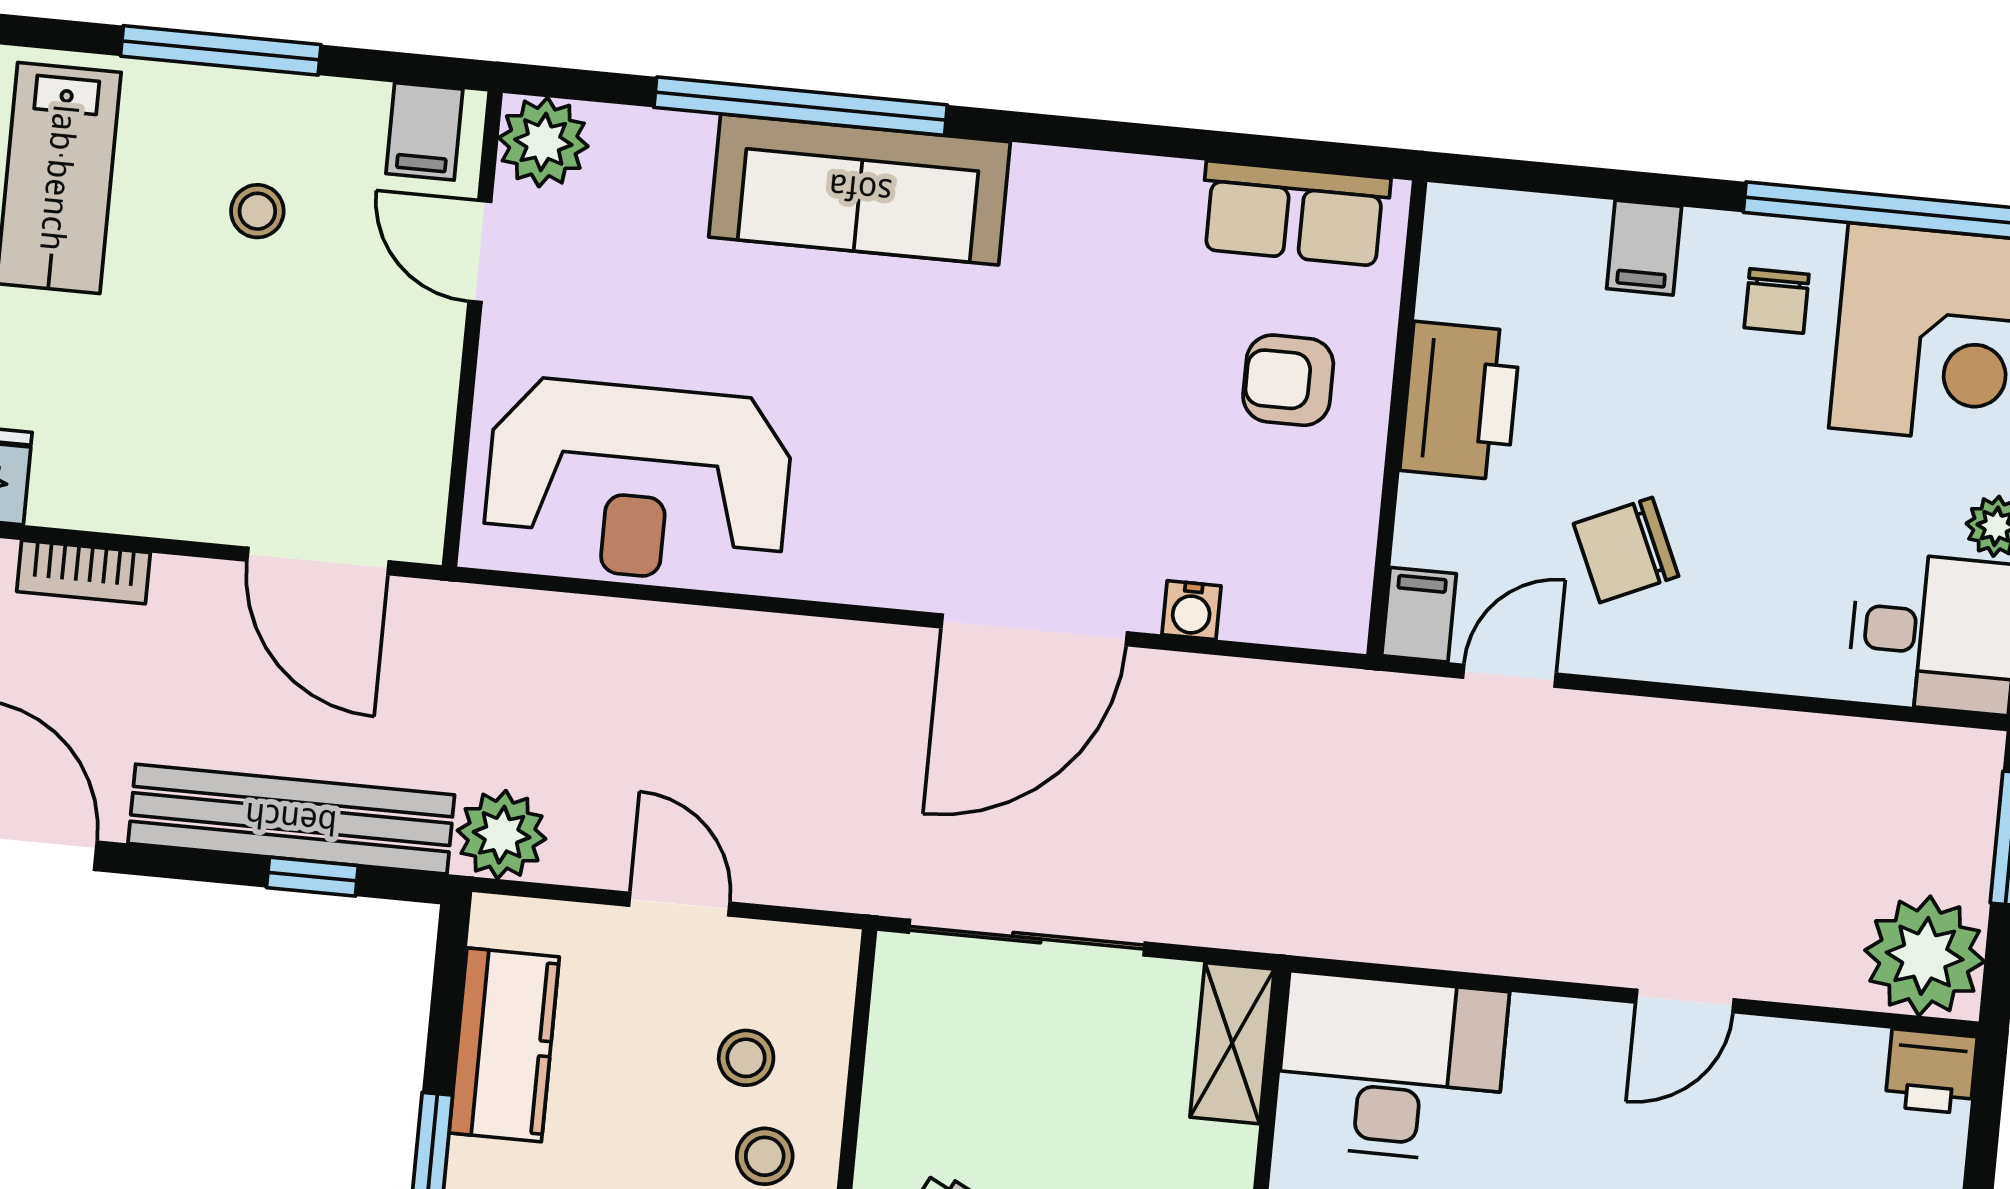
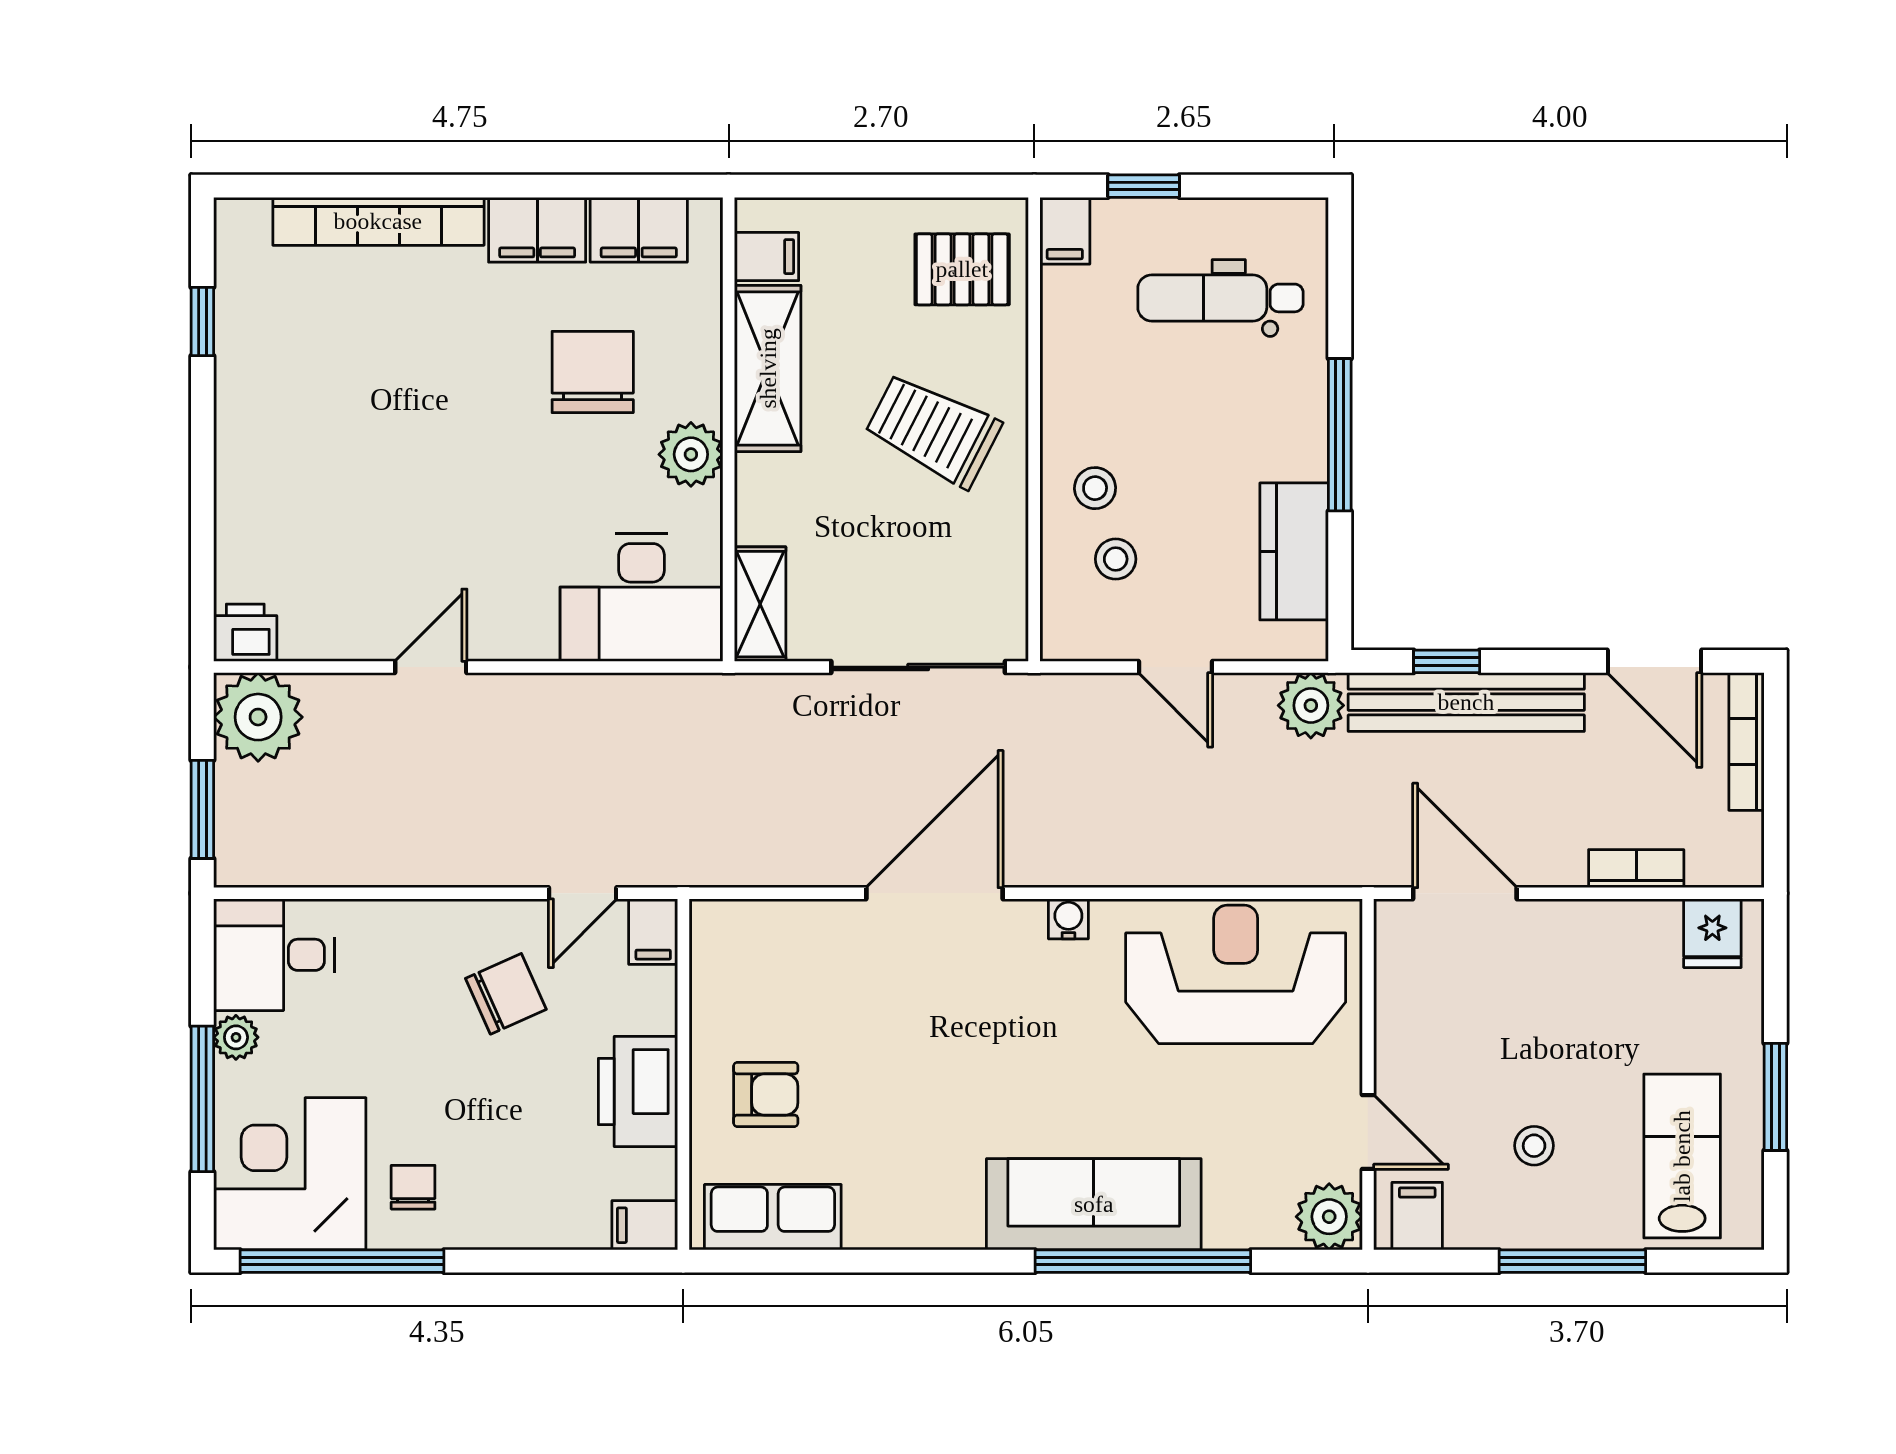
filing cabinet: (1644, 248) -> (645, 1225), moved, turned -90
water cooler: (1192, 610) -> (1068, 919), moved

